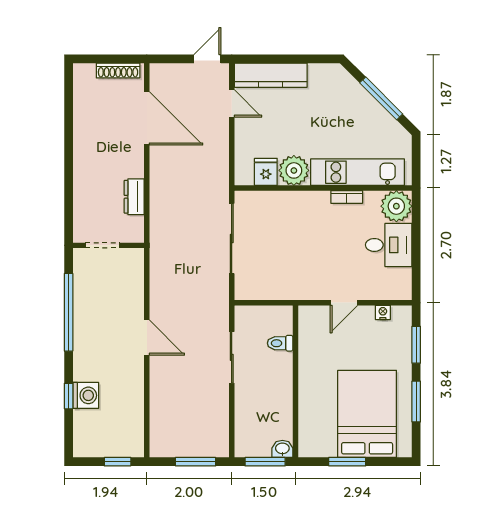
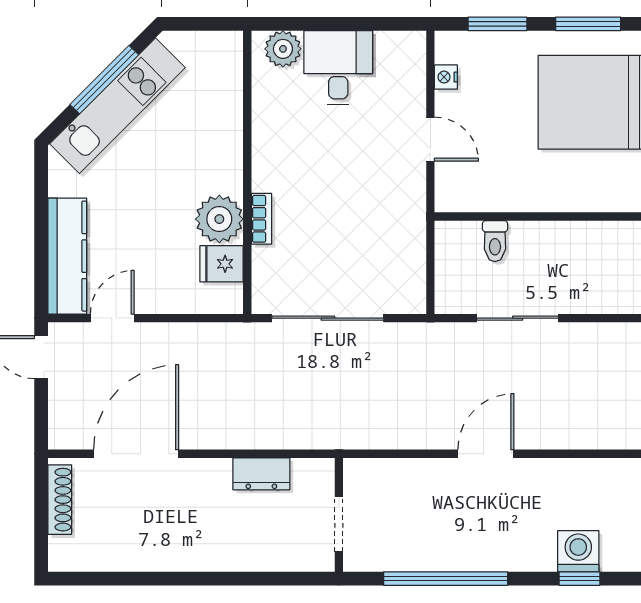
kitchen unit: (358, 172) -> (118, 106), moved, turned -135
bookcase: (347, 197) -> (262, 219), moved
plant: (396, 206) -> (283, 49), width x0.73, depth x0.73

